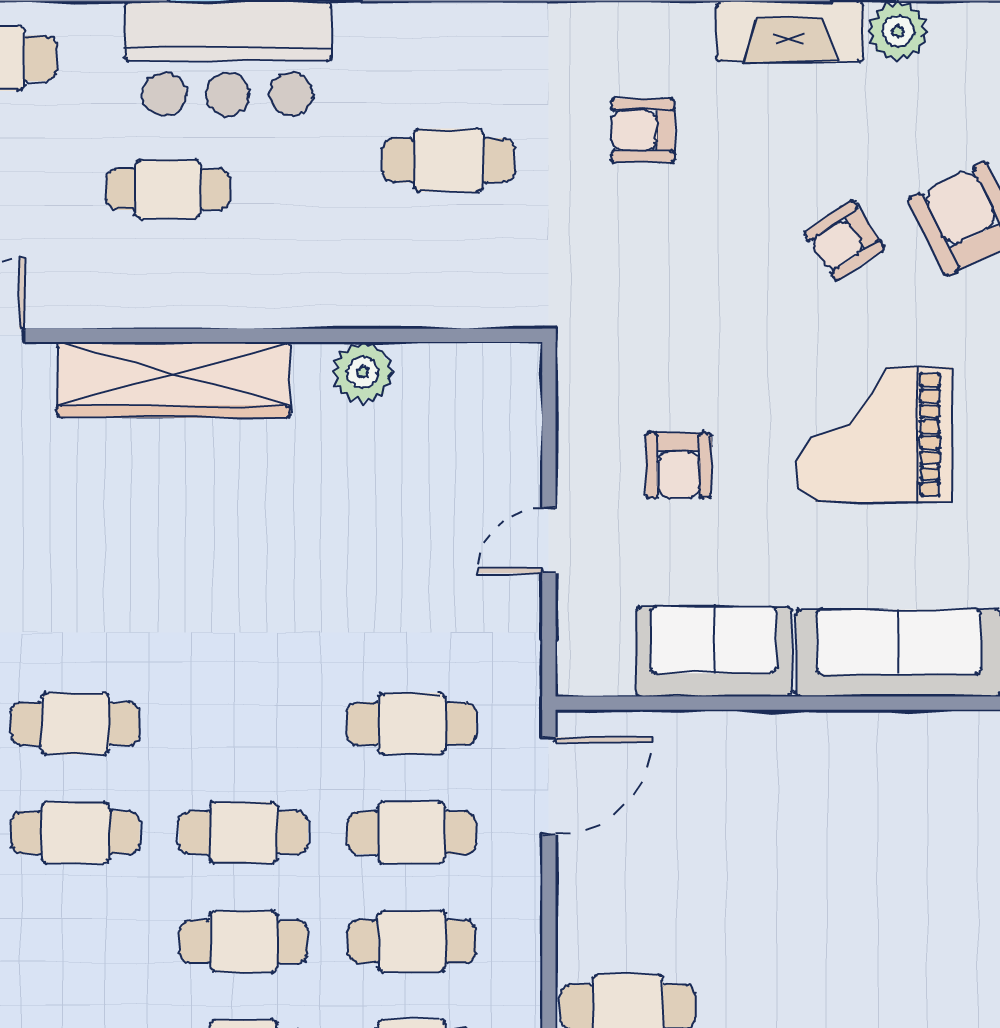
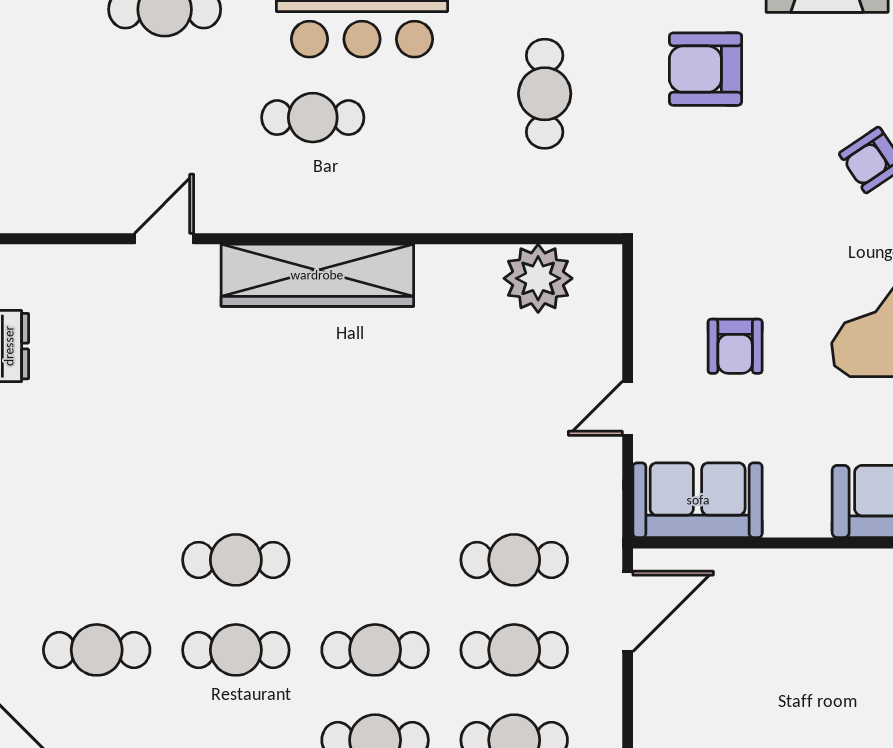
armchair: (643, 130) -> (706, 69), width x1.38, depth x1.38
cafe table: (449, 160) -> (545, 94), turned 90
plant: (363, 372) -> (538, 278), moved, width x1.36, depth x1.36
sofa: (714, 652) -> (698, 500), moved

